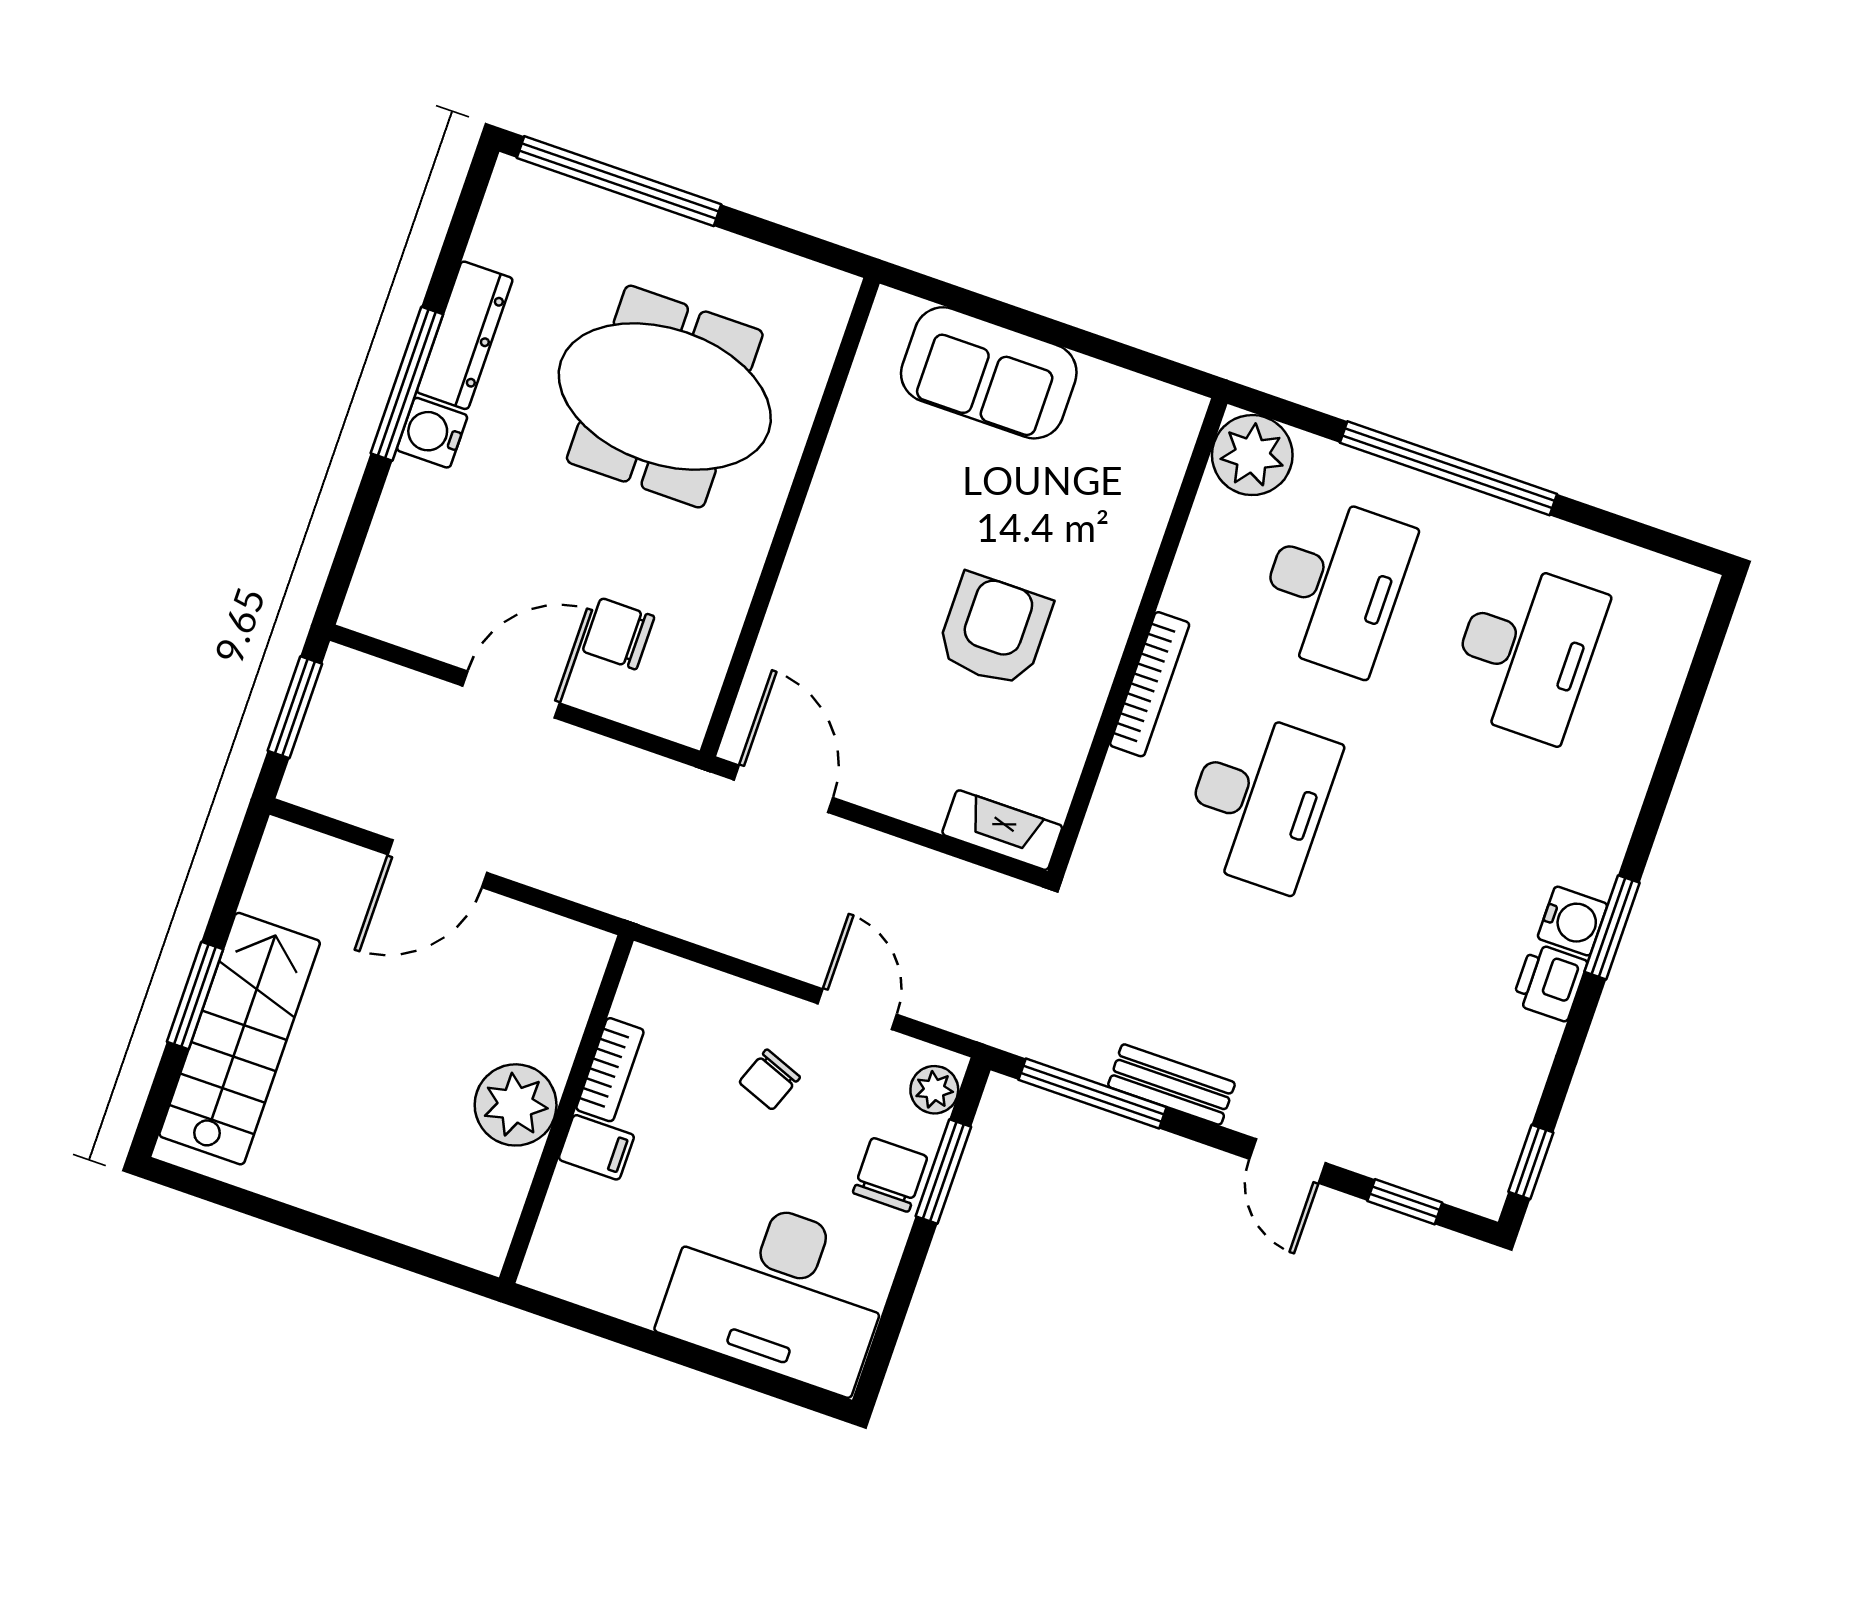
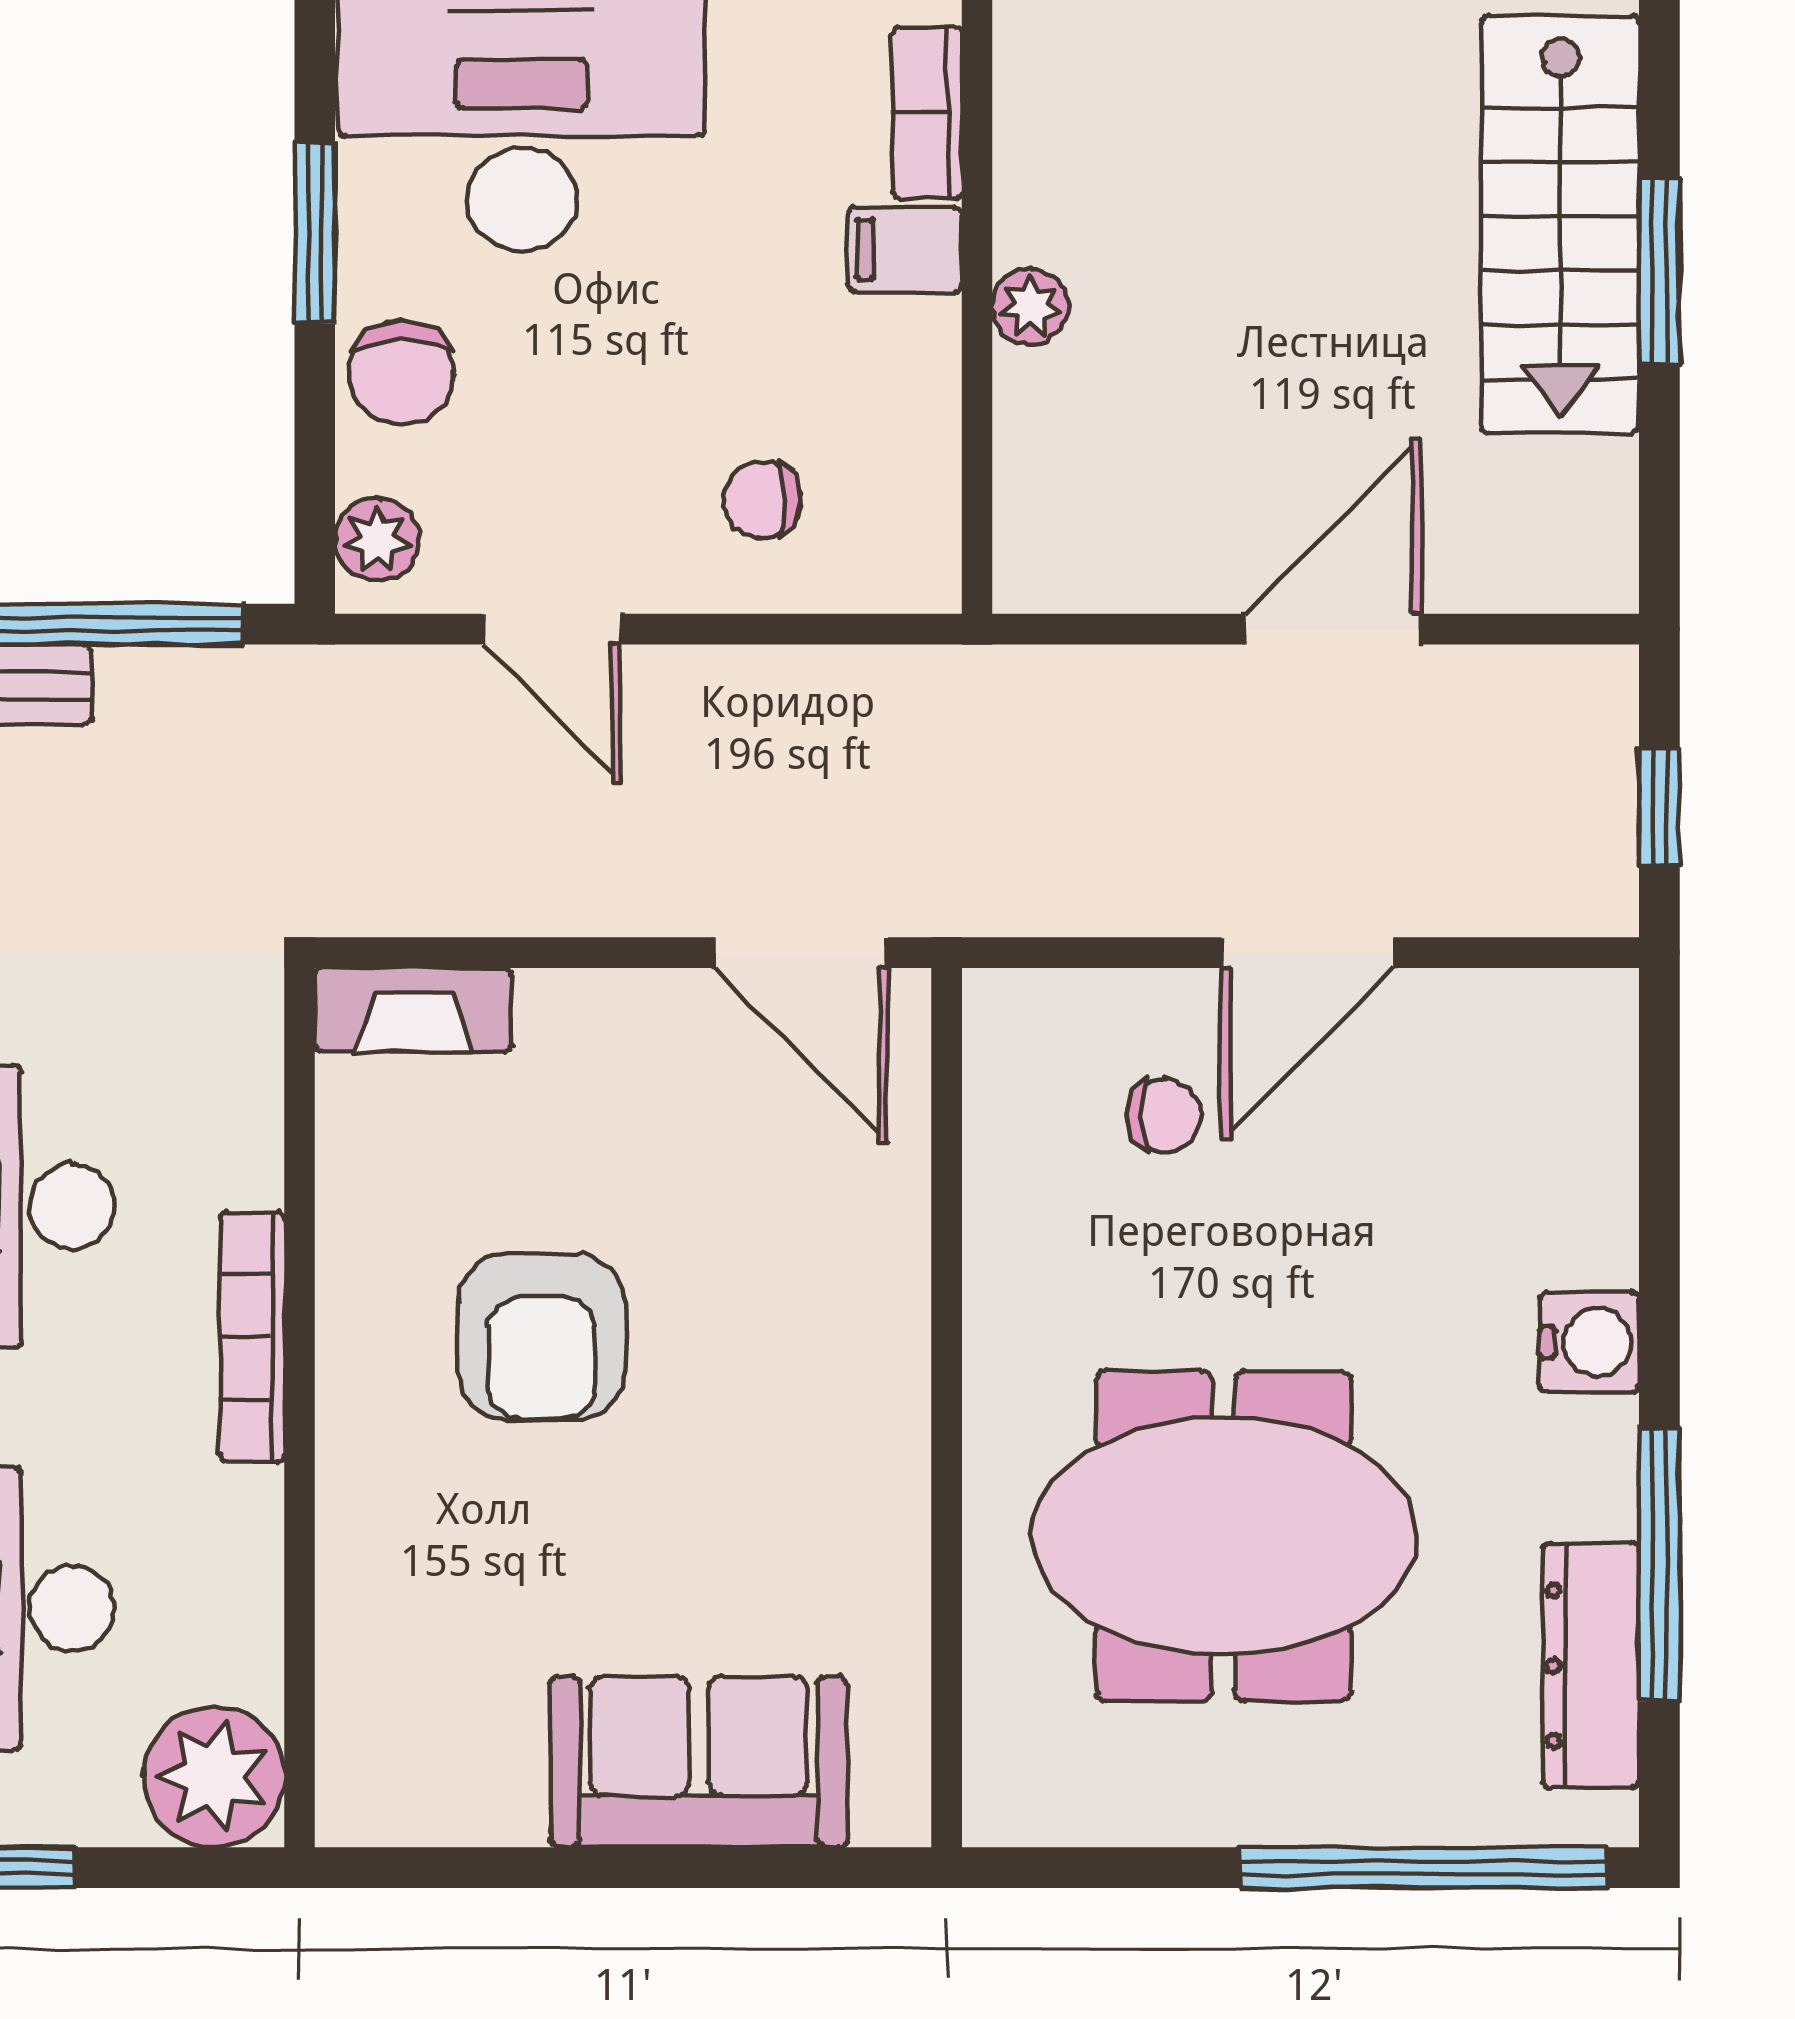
dresser: (465, 335) -> (1591, 1666), moved
window: (407, 384) -> (1659, 1565), moved
chair: (619, 634) -> (1164, 1115), width x0.73, depth x0.73
window: (295, 707) -> (1659, 807), width x0.67
bookcase: (610, 1070) -> (927, 112), moved
chair: (770, 1080) -> (762, 500), moved, turned -111
plant: (516, 1105) -> (1030, 307), width x0.53, depth x0.53
window: (943, 1172) -> (315, 233), moved

